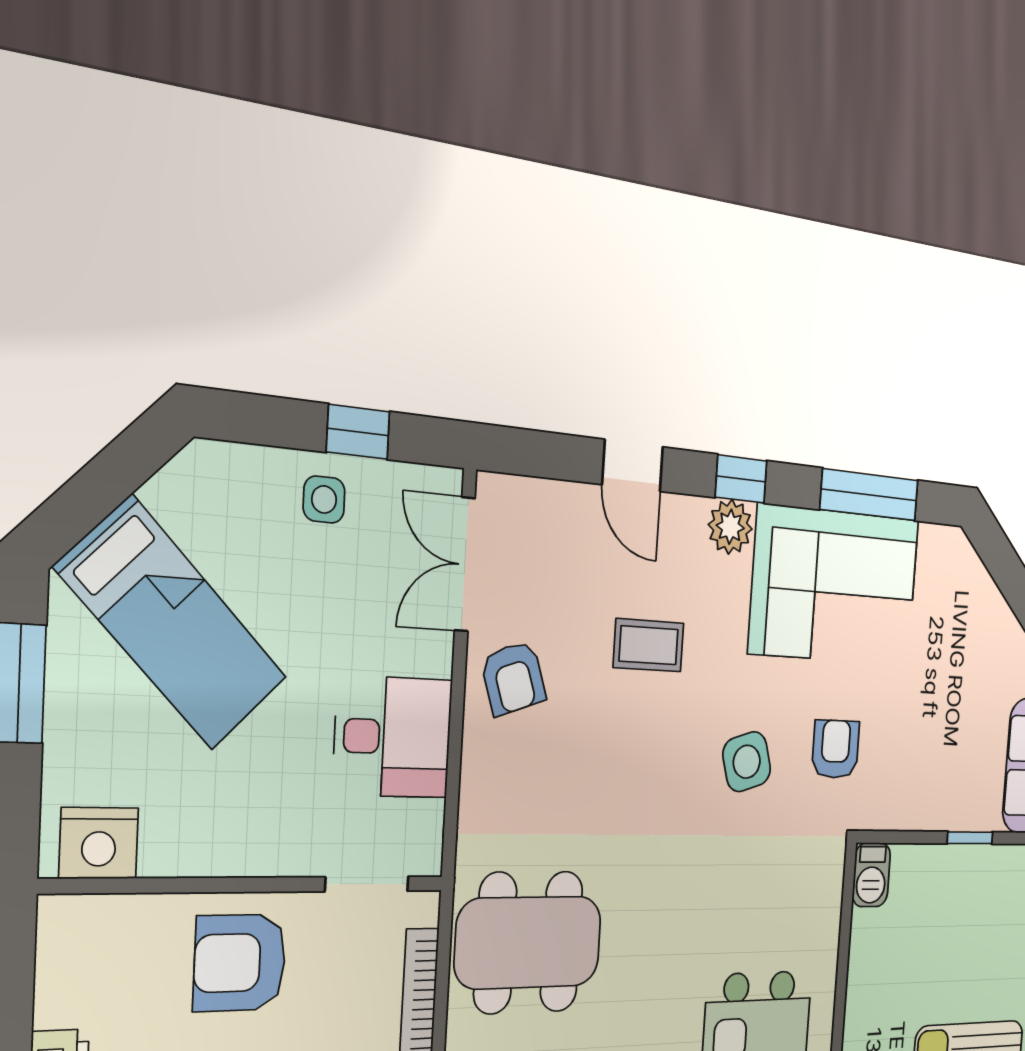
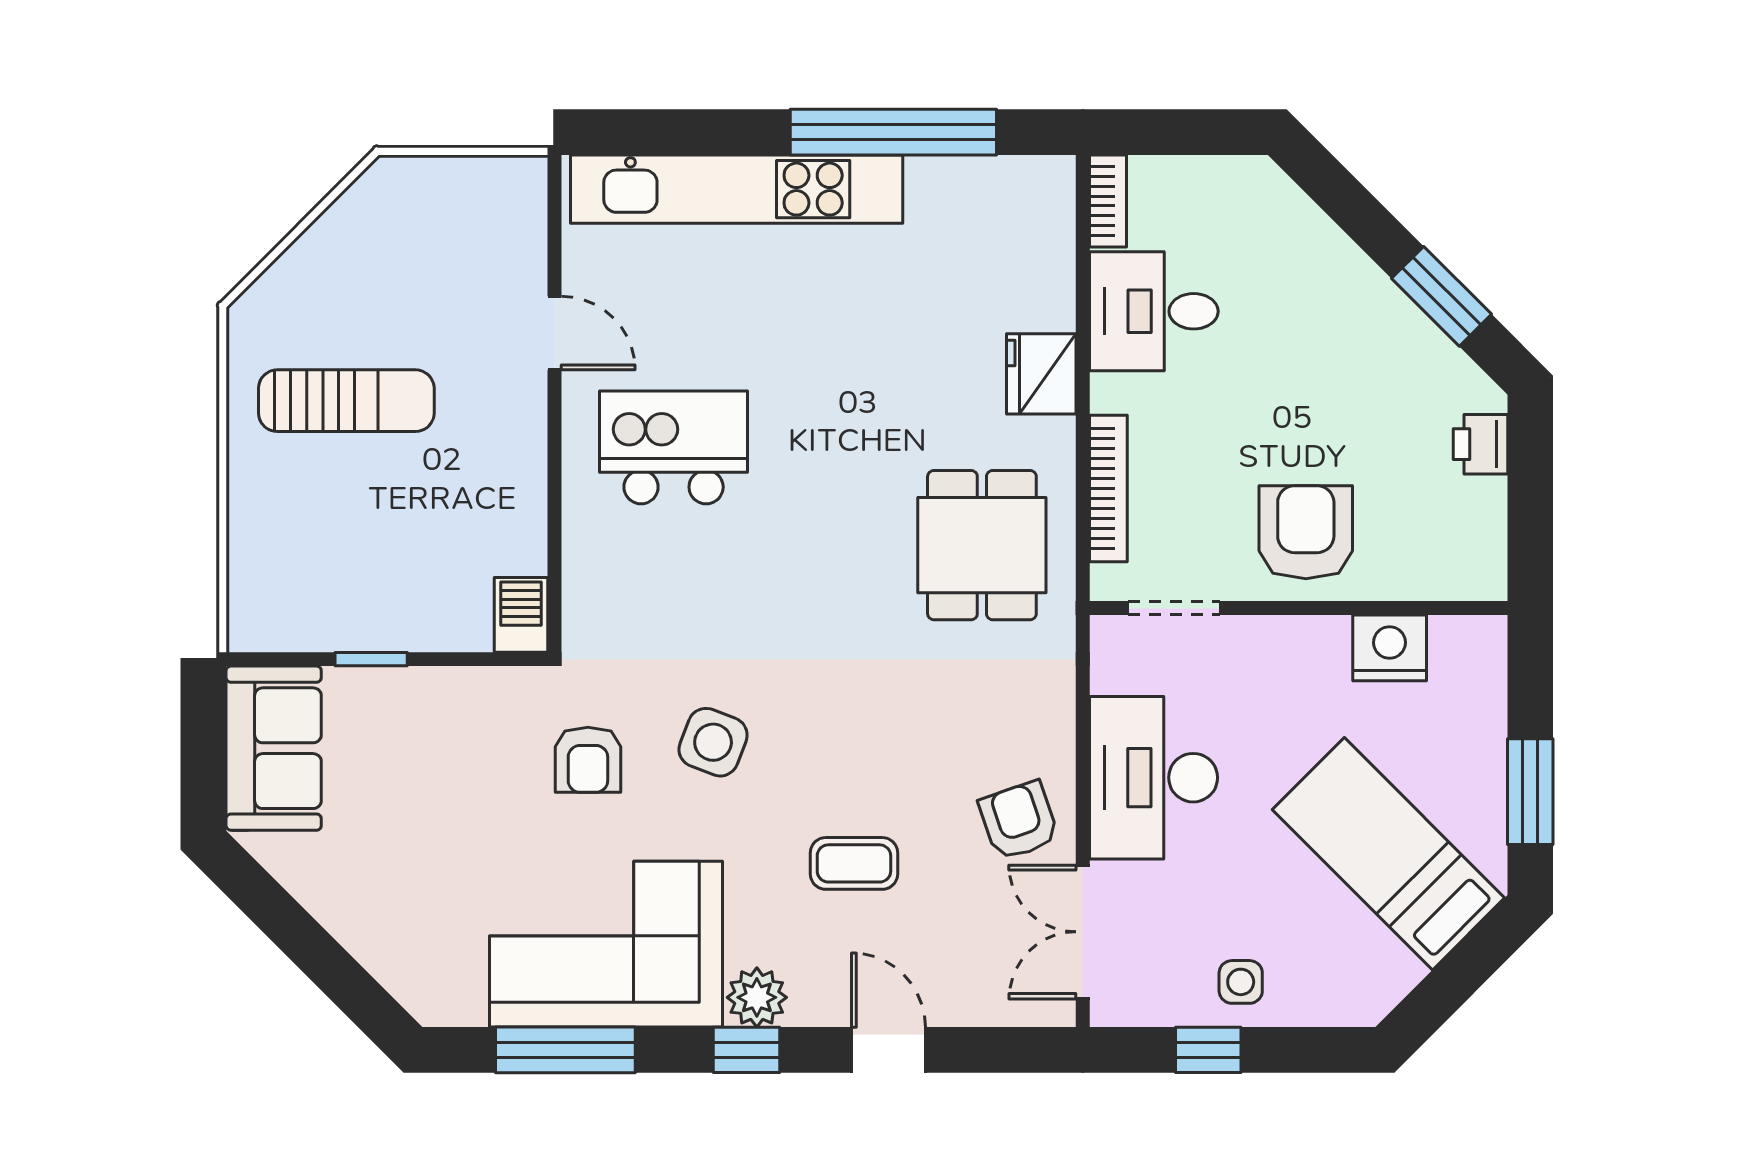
double door: (465, 564) -> (1083, 932), swing flipped
desk: (393, 737) -> (1153, 778), width x1.37
side table: (747, 762) -> (713, 742), turned 38
nightstand: (99, 843) -> (1390, 648), moved
dining table: (529, 942) -> (982, 545), width x0.73
armchair: (240, 963) -> (1306, 532), turned -90

